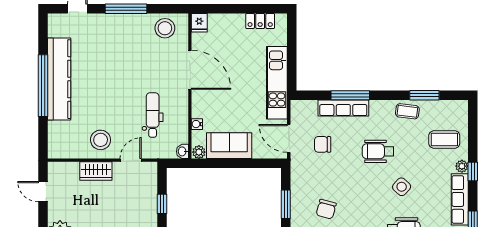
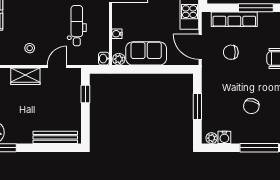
row of seats: (343, 108) -> (234, 19), moved
stool: (101, 140) -> (30, 48), width x0.53, depth x0.53
window: (162, 204) -> (85, 94), moved
chair: (326, 209) -> (251, 106), moved

